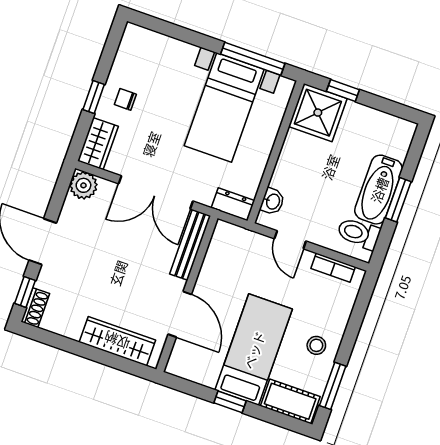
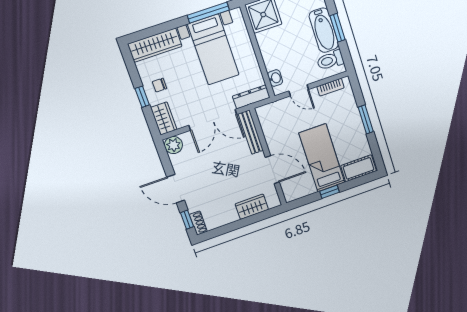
wardrobe: (158, 48) -> (155, 45), added
dresser: (233, 204) -> (251, 97), width x1.44
wardrobe: (117, 341) -> (252, 207), width x0.67
stool: (316, 345) -> (351, 132), removed
window: (333, 386) -> (366, 119), moved

